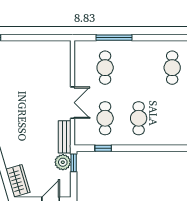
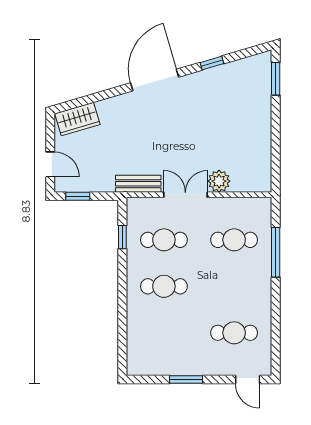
double door: (73, 103) -> (185, 195), swing flipped
plant: (63, 162) -> (219, 181), moved
window: (74, 163) -> (78, 196), moved

